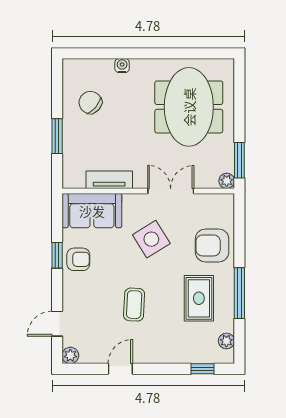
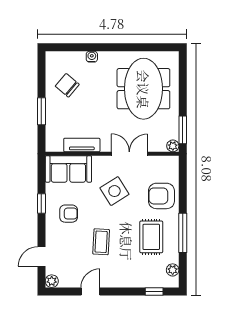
armchair: (78, 259) -> (69, 214), moved

